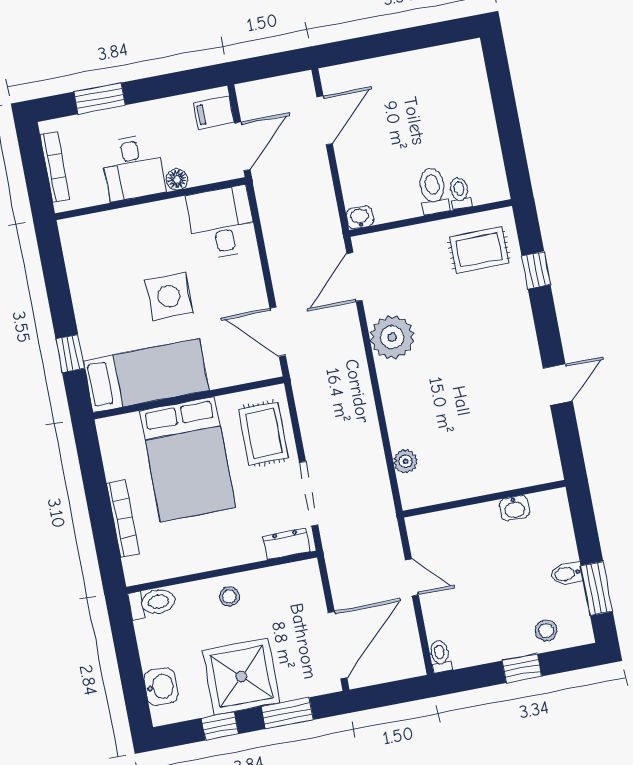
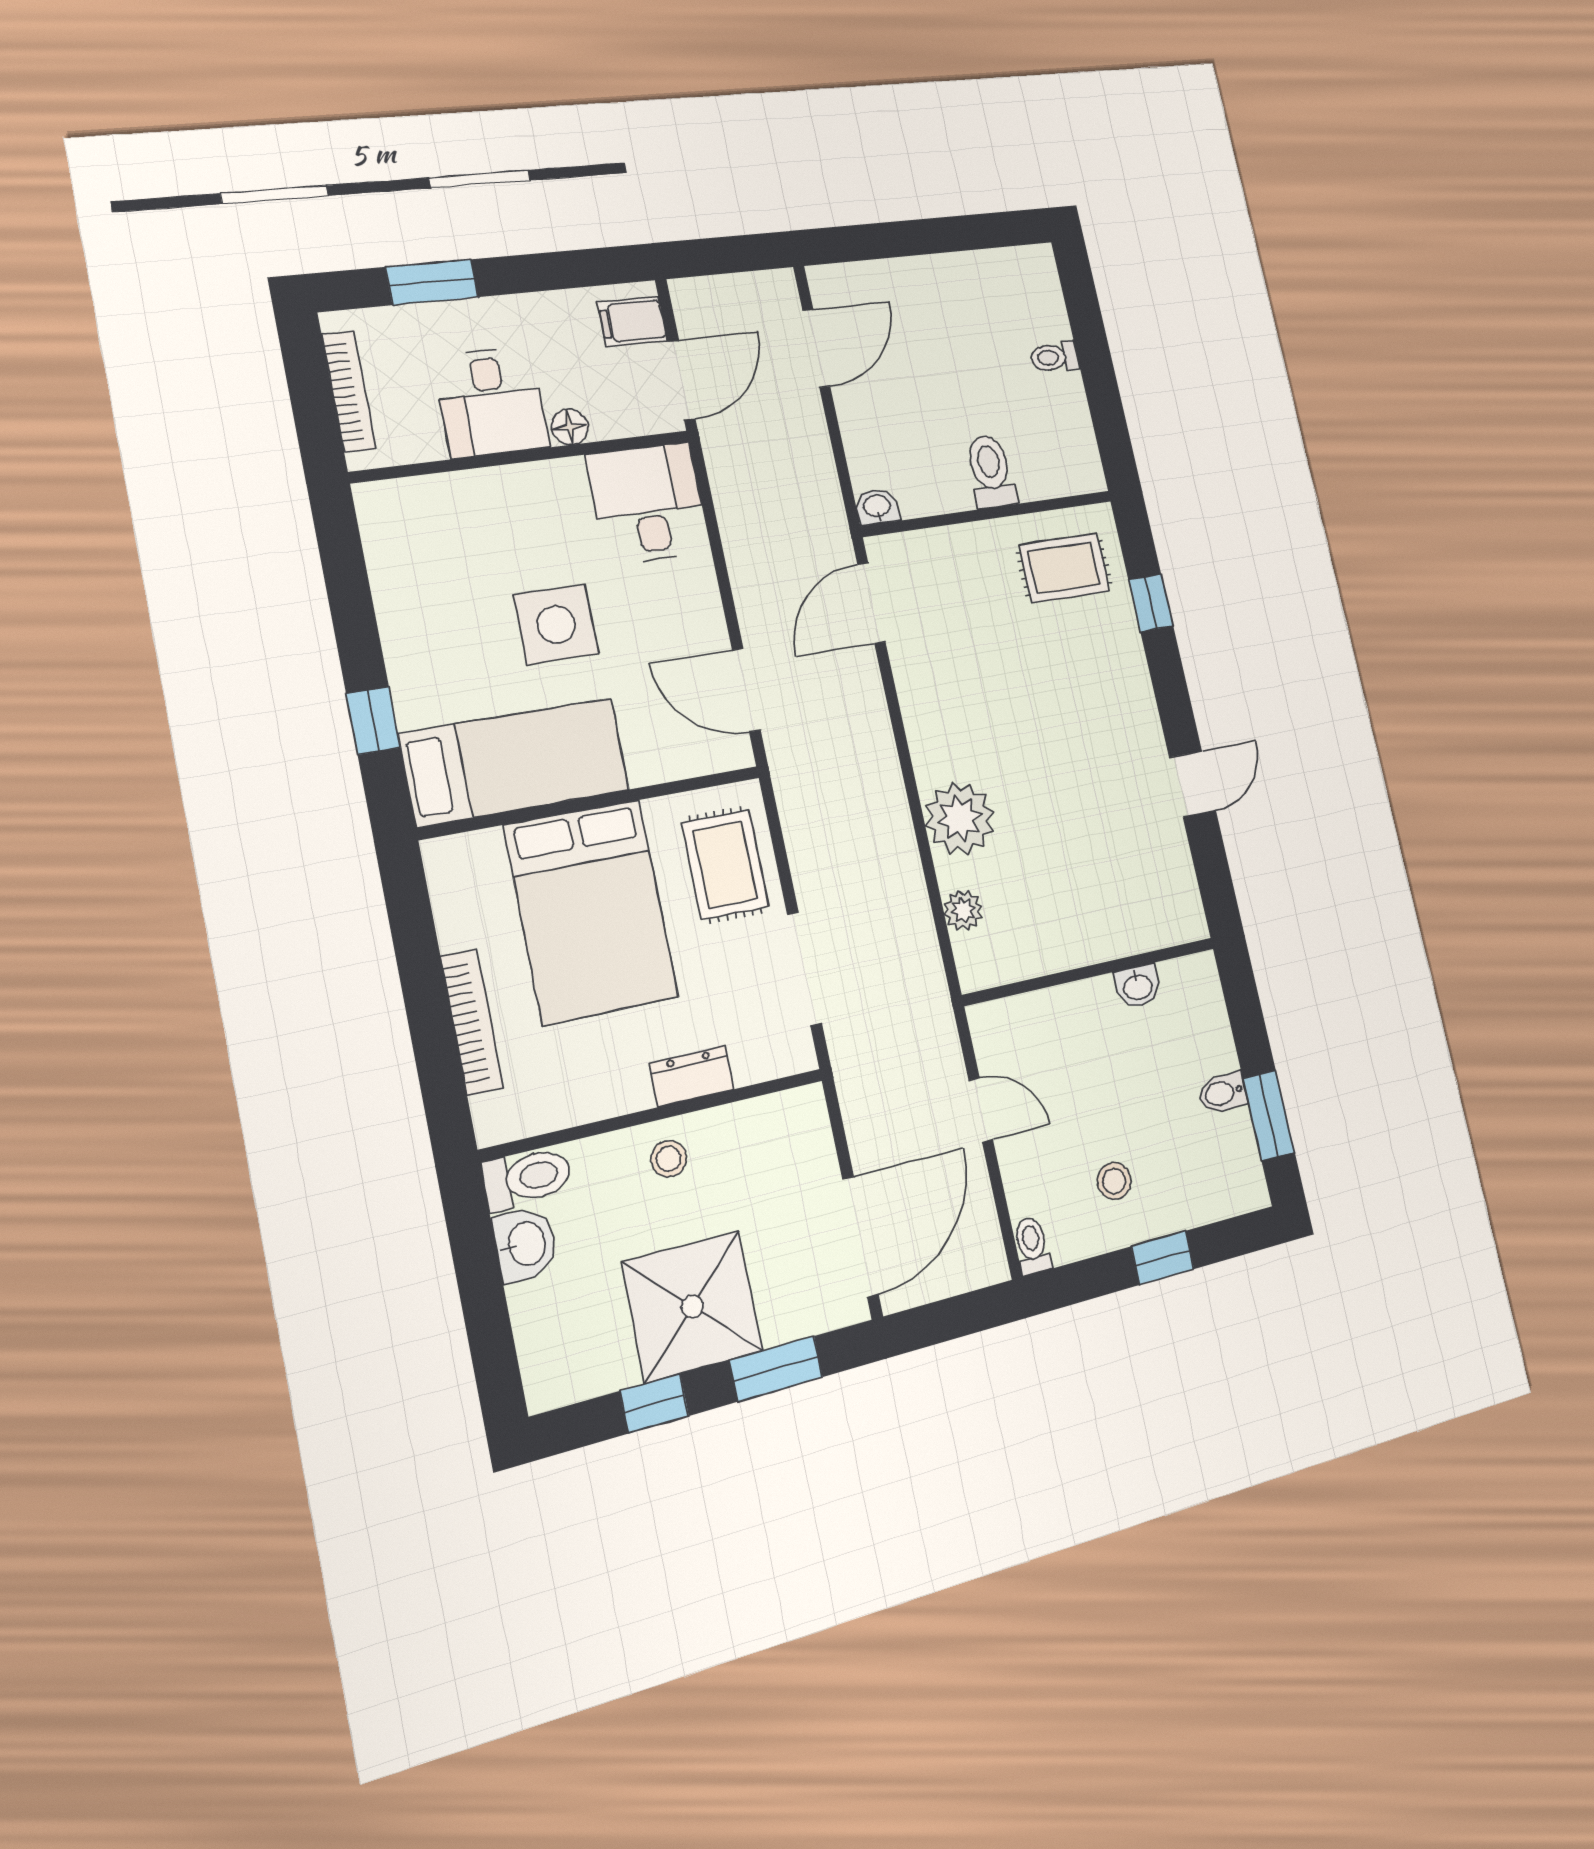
toilet: (460, 193) -> (1054, 357), moved, turned -90
plant: (392, 337) -> (960, 818), moved
dresser: (286, 544) -> (691, 1076), moved
stool: (546, 630) -> (1114, 1181), moved
washbasin: (161, 687) -> (525, 1244), moved

